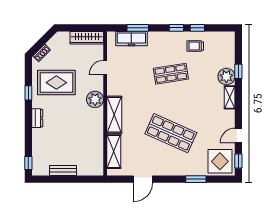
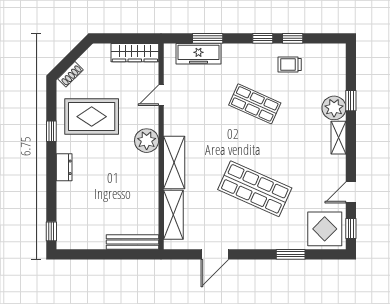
shop shelf: (171, 74) -> (255, 104), turned 33
bench: (63, 170) -> (132, 242), moved, width x1.36

